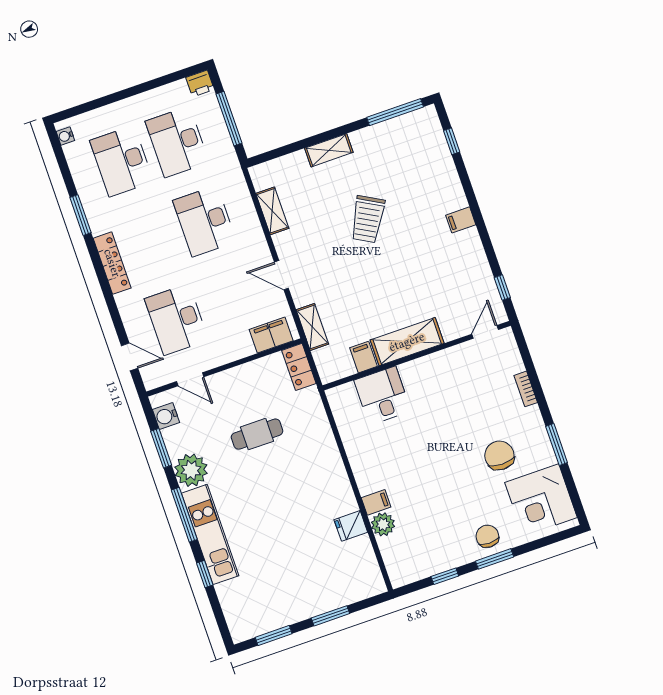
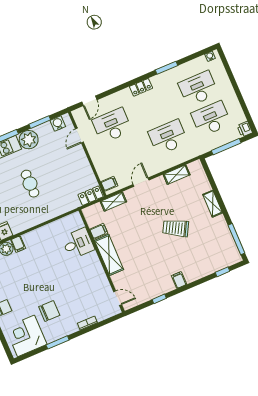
locker: (112, 263) -> (141, 87), width x0.66
window: (502, 288) -> (159, 299), moved
filing cabinet: (271, 335) -> (109, 184), width x0.50
cafe table: (257, 434) -> (30, 184), moved

